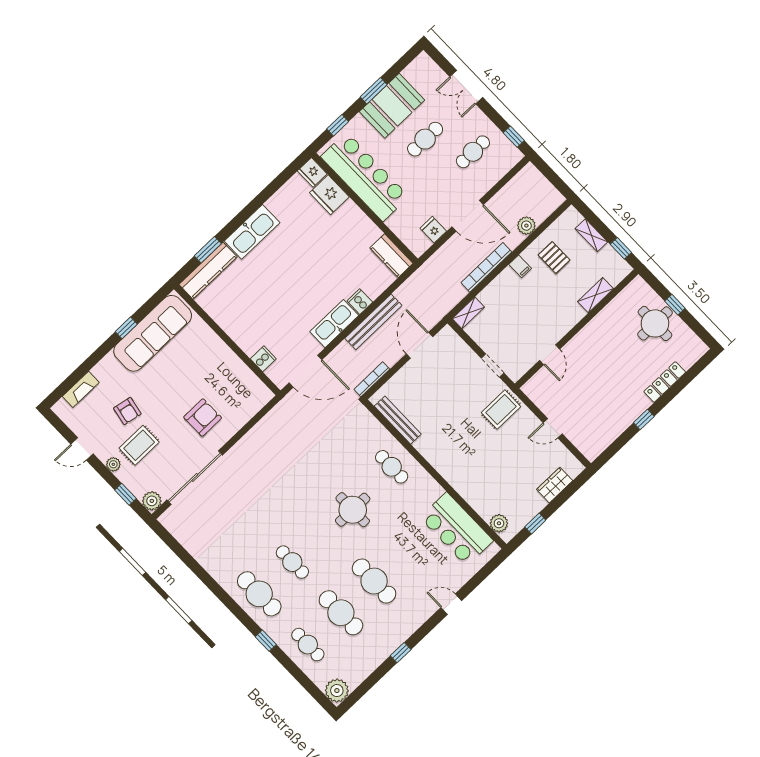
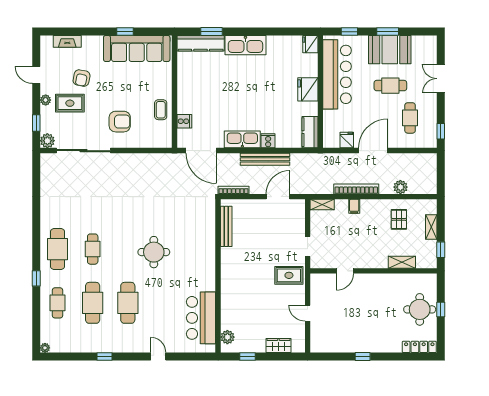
cafe table: (473, 152) -> (410, 118), turned 90
fridge: (329, 195) -> (308, 89), moved
door: (468, 216) -> (373, 151), swing flipped
filing cabinet: (520, 266) -> (354, 206), moved
coffee table: (231, 369) -> (161, 110), added
locker: (665, 382) -> (419, 347), moved
cafe table: (392, 467) -> (198, 249), removed
plant: (337, 691) -> (45, 348), width x0.53, depth x0.53

